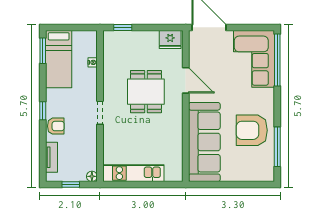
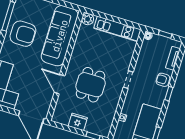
fridge: (170, 39) -> (78, 122), moved
plant: (175, 174) -> (88, 19), added

